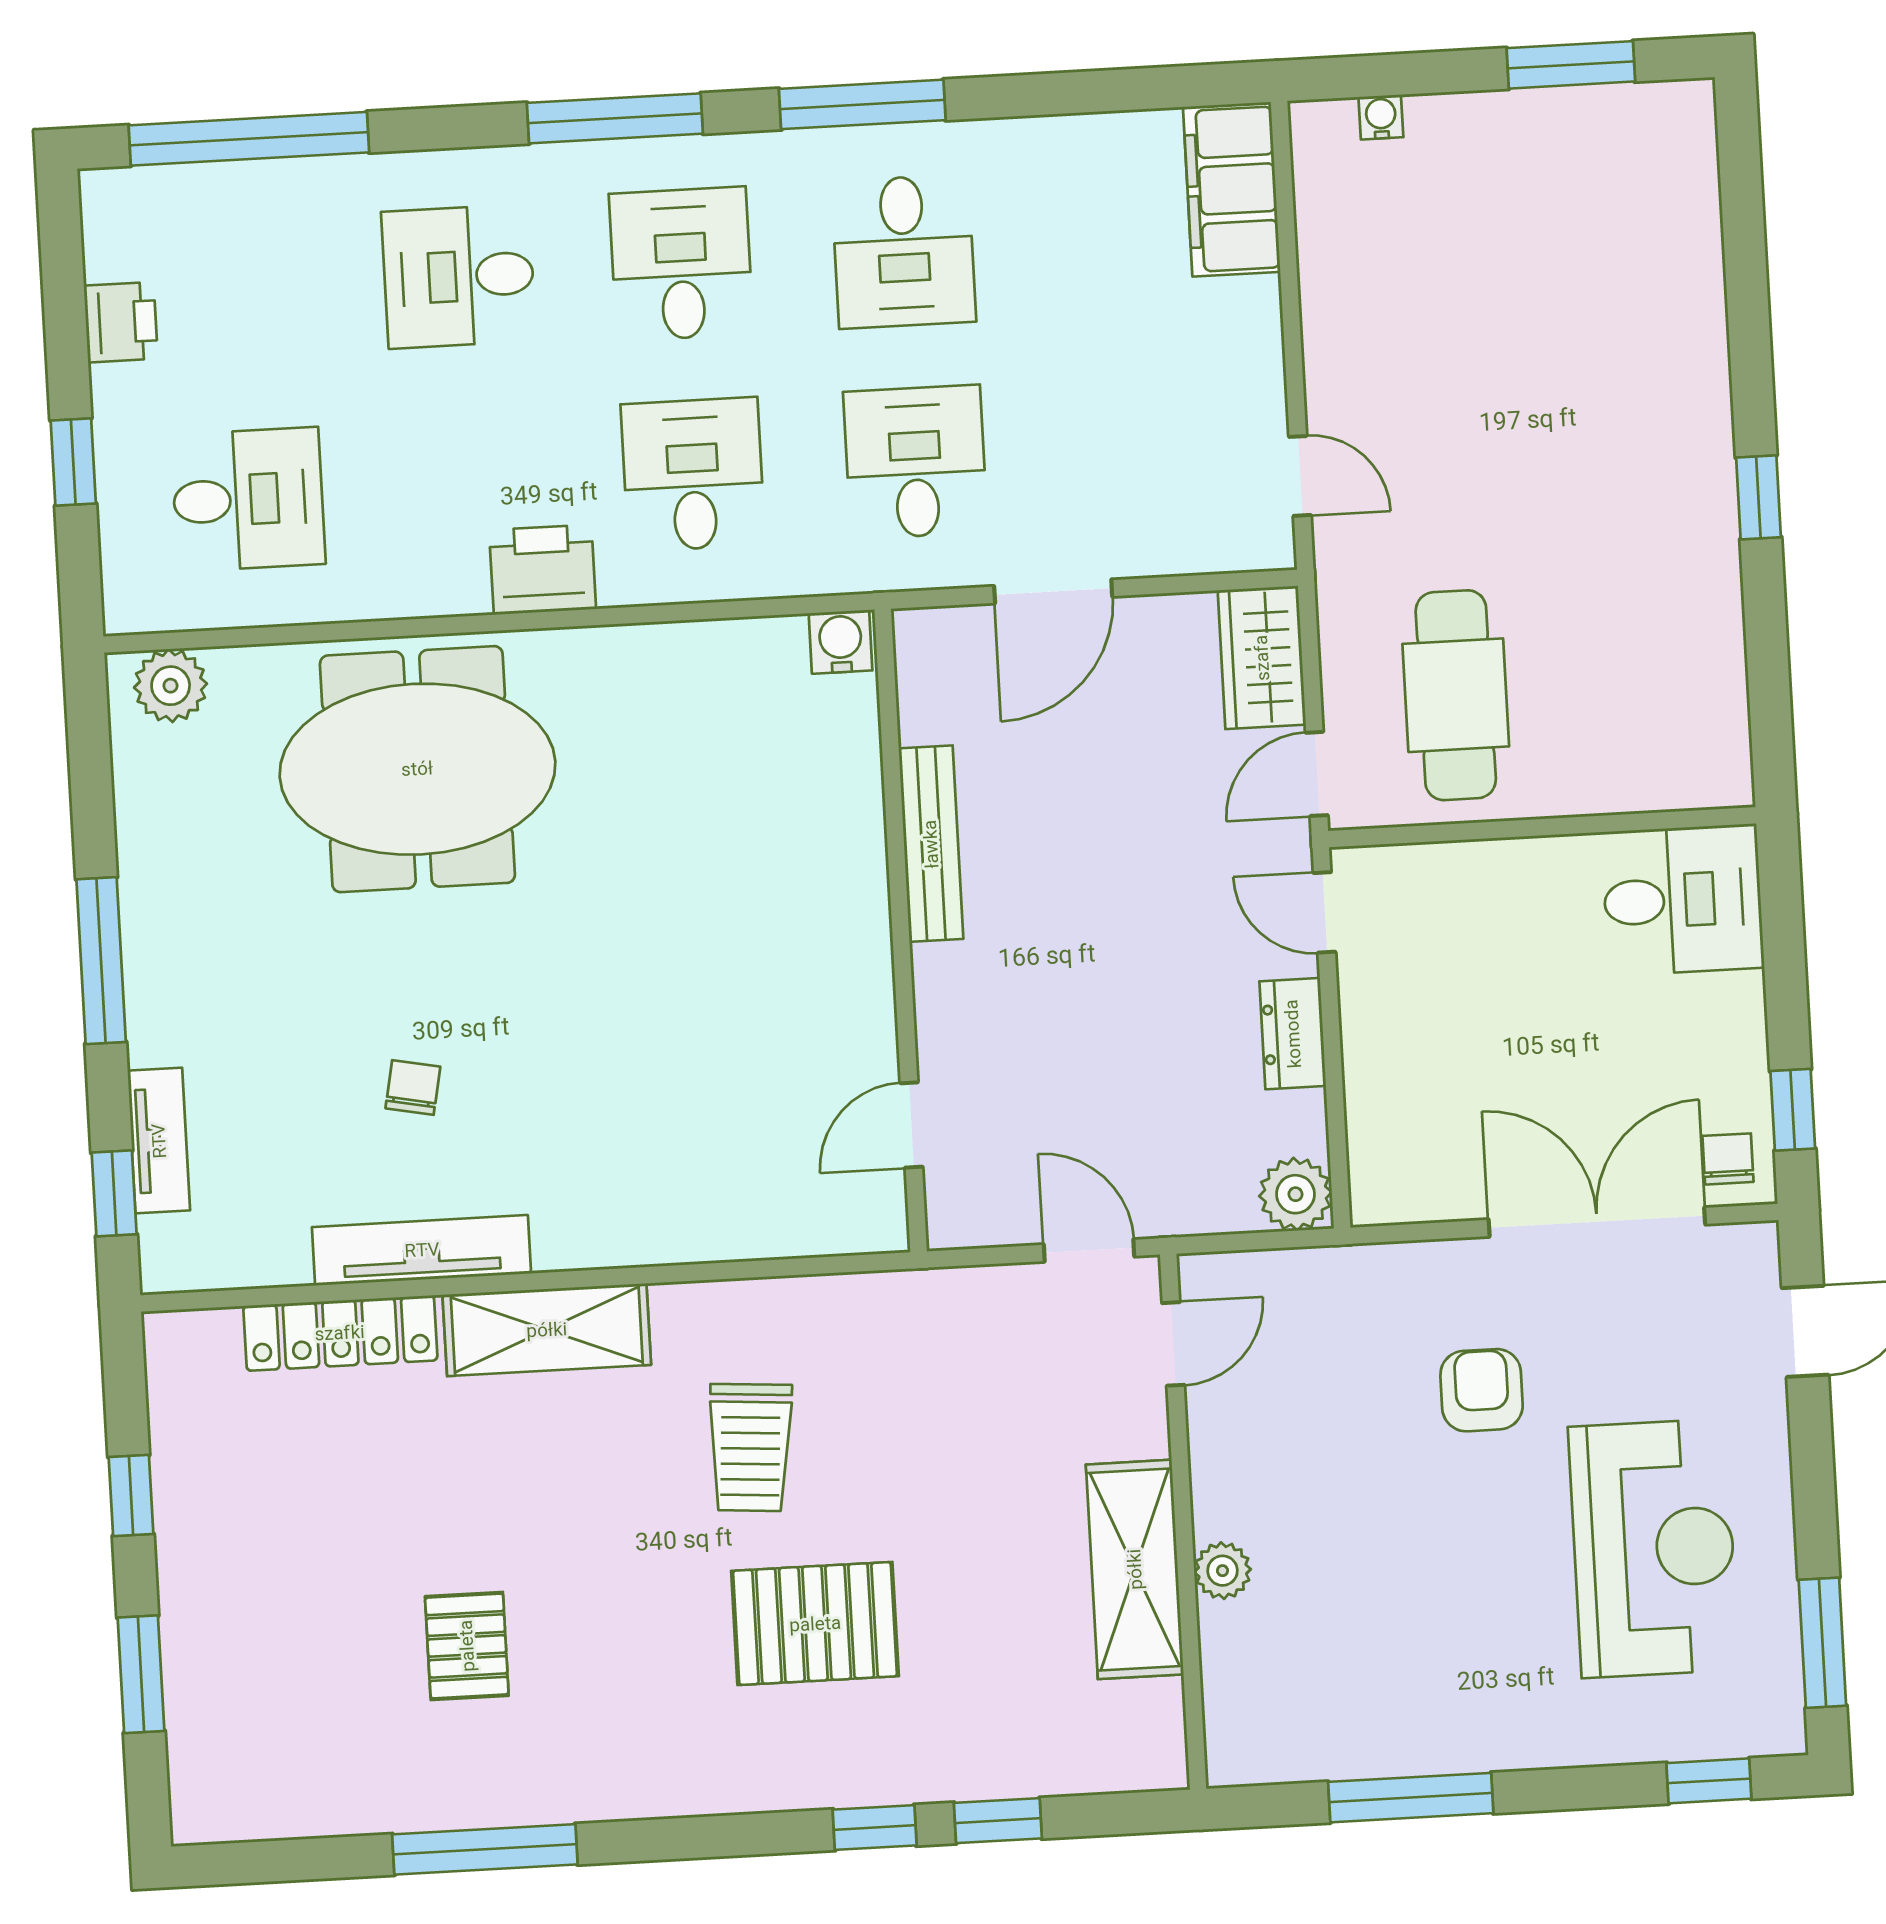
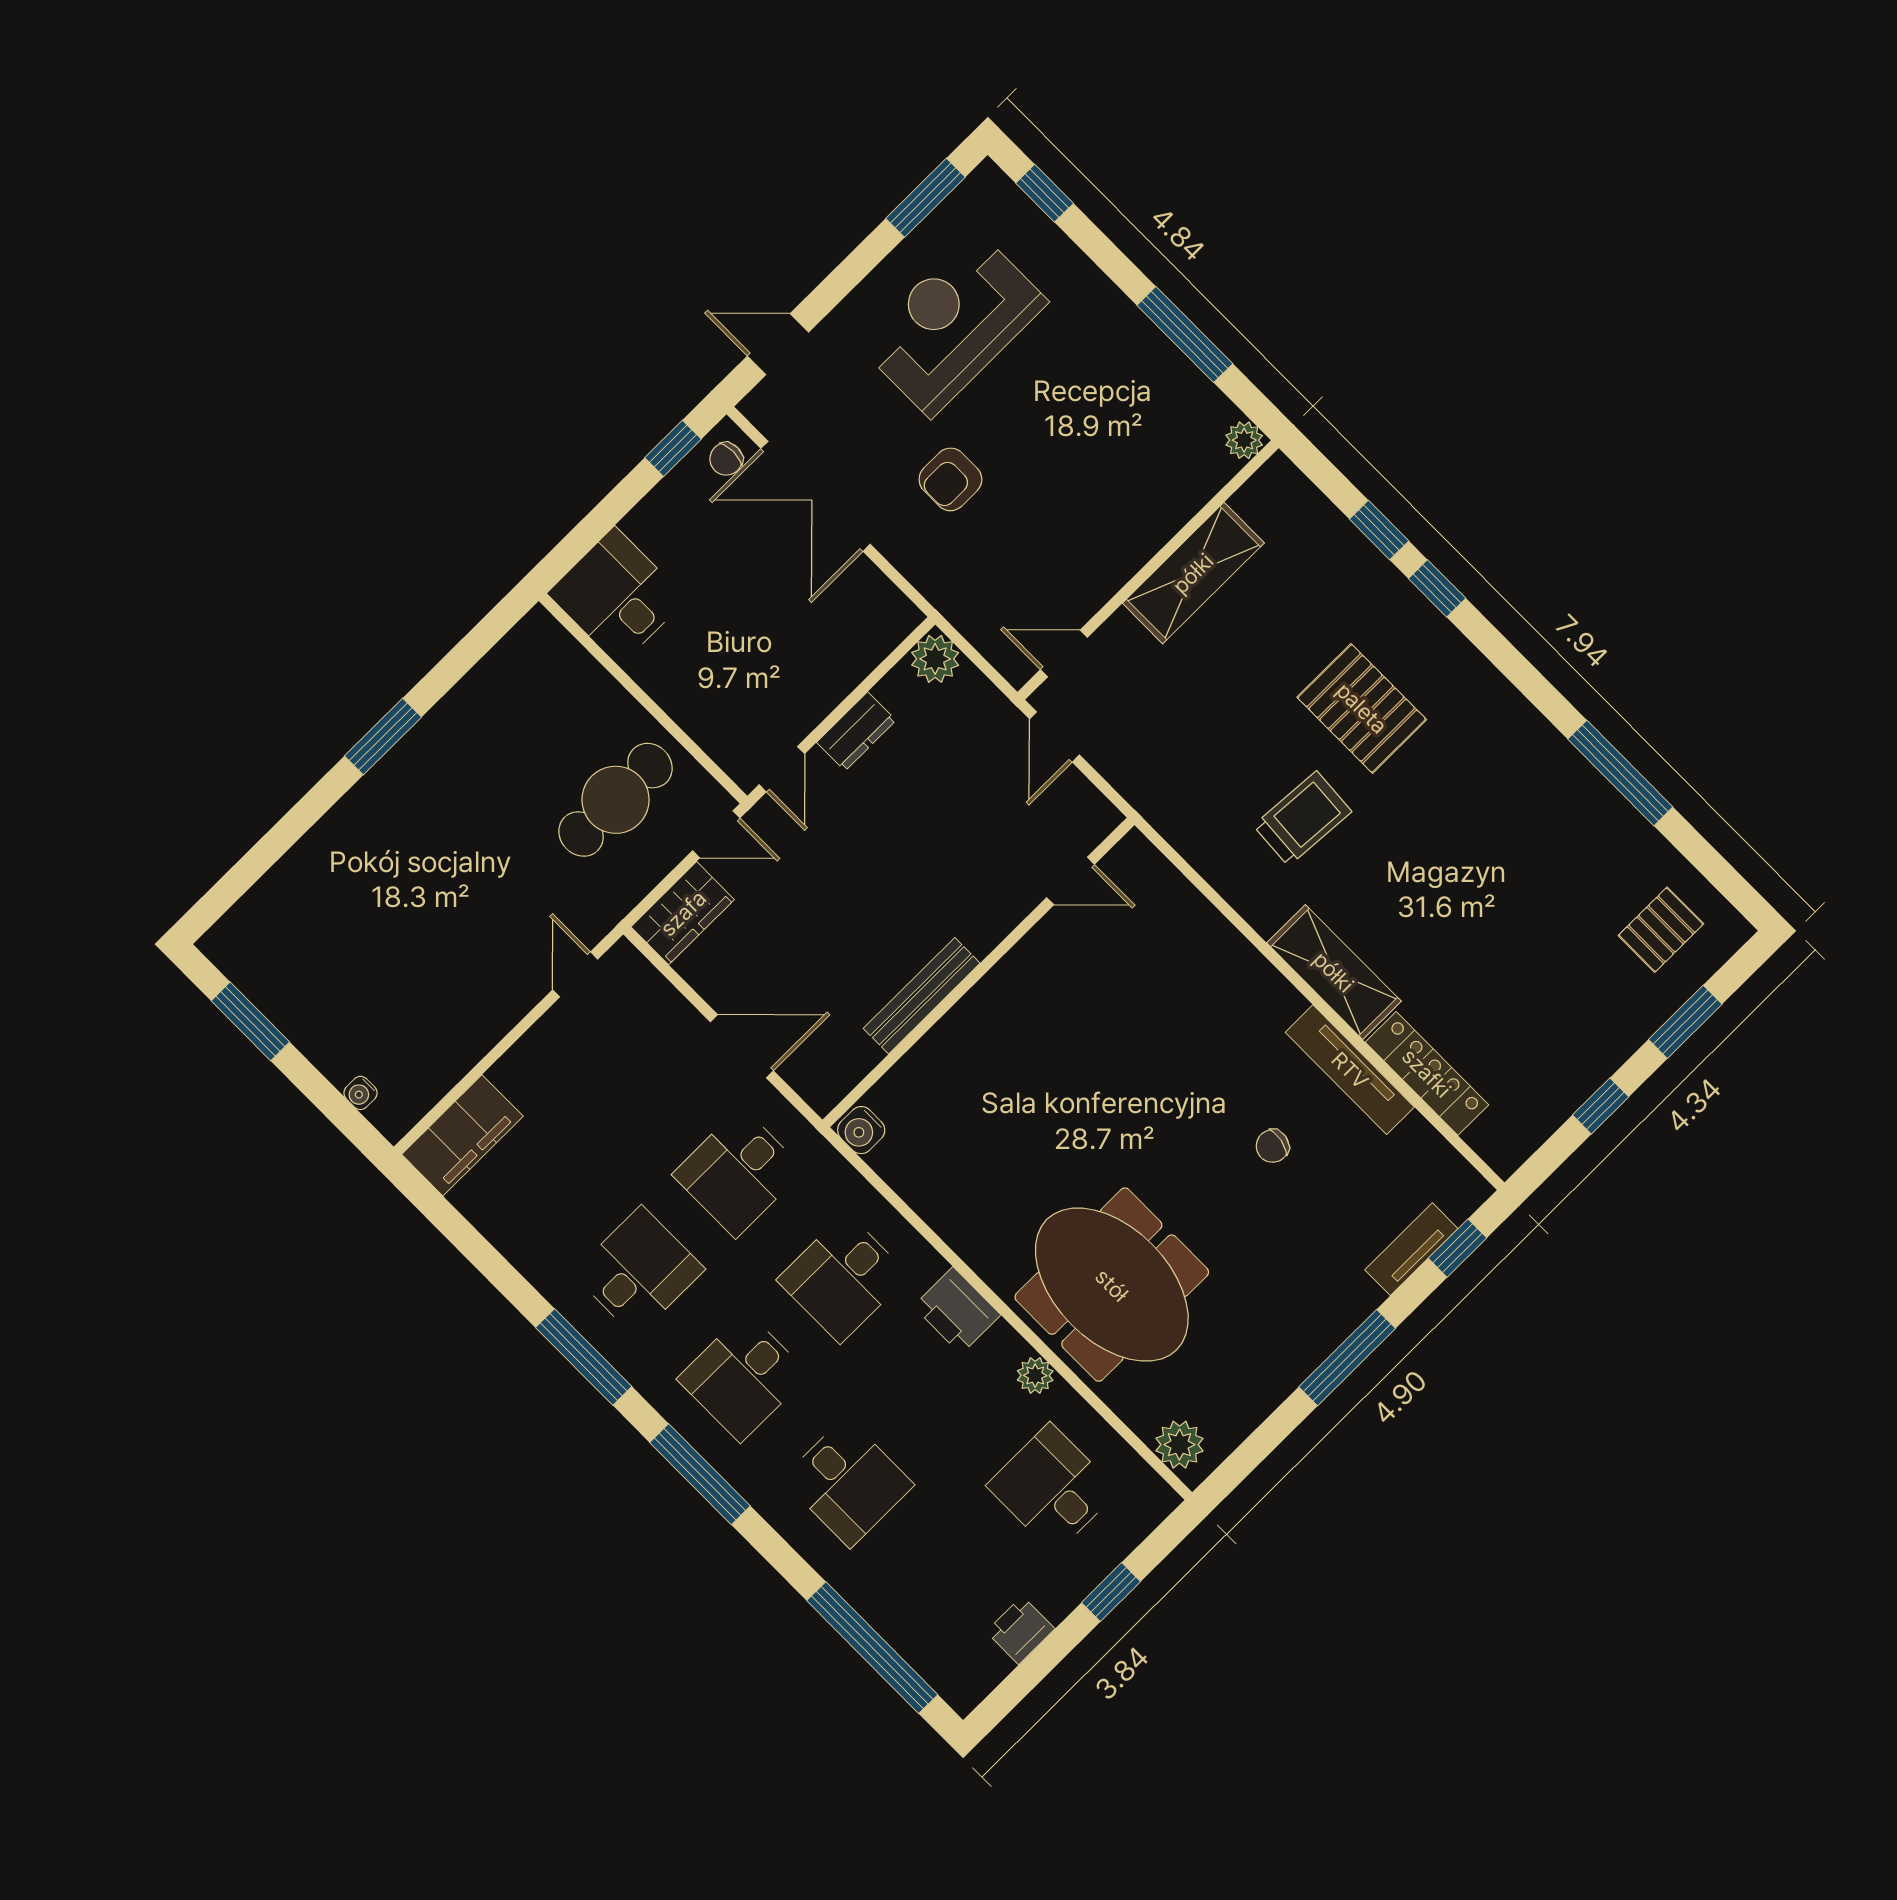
window: (1758, 497) -> (383, 736), width x1.50
plant: (392, 593) -> (1035, 1375), added
plant: (1222, 1571) -> (1244, 440), moved
pallet: (467, 1646) -> (1661, 930), moved

